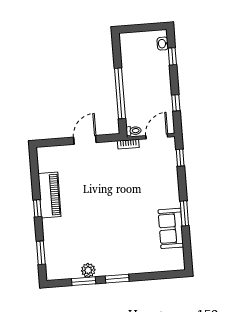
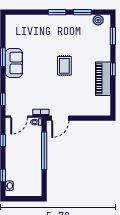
door: (85, 140) -> (60, 118), moved
rug: (102, 208) -> (64, 66), added
sofa: (171, 228) -> (14, 63), moved
plant: (88, 270) -> (98, 20), moved

